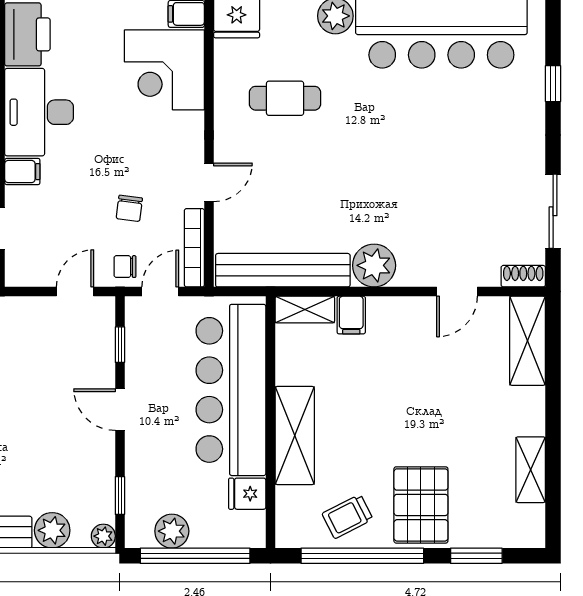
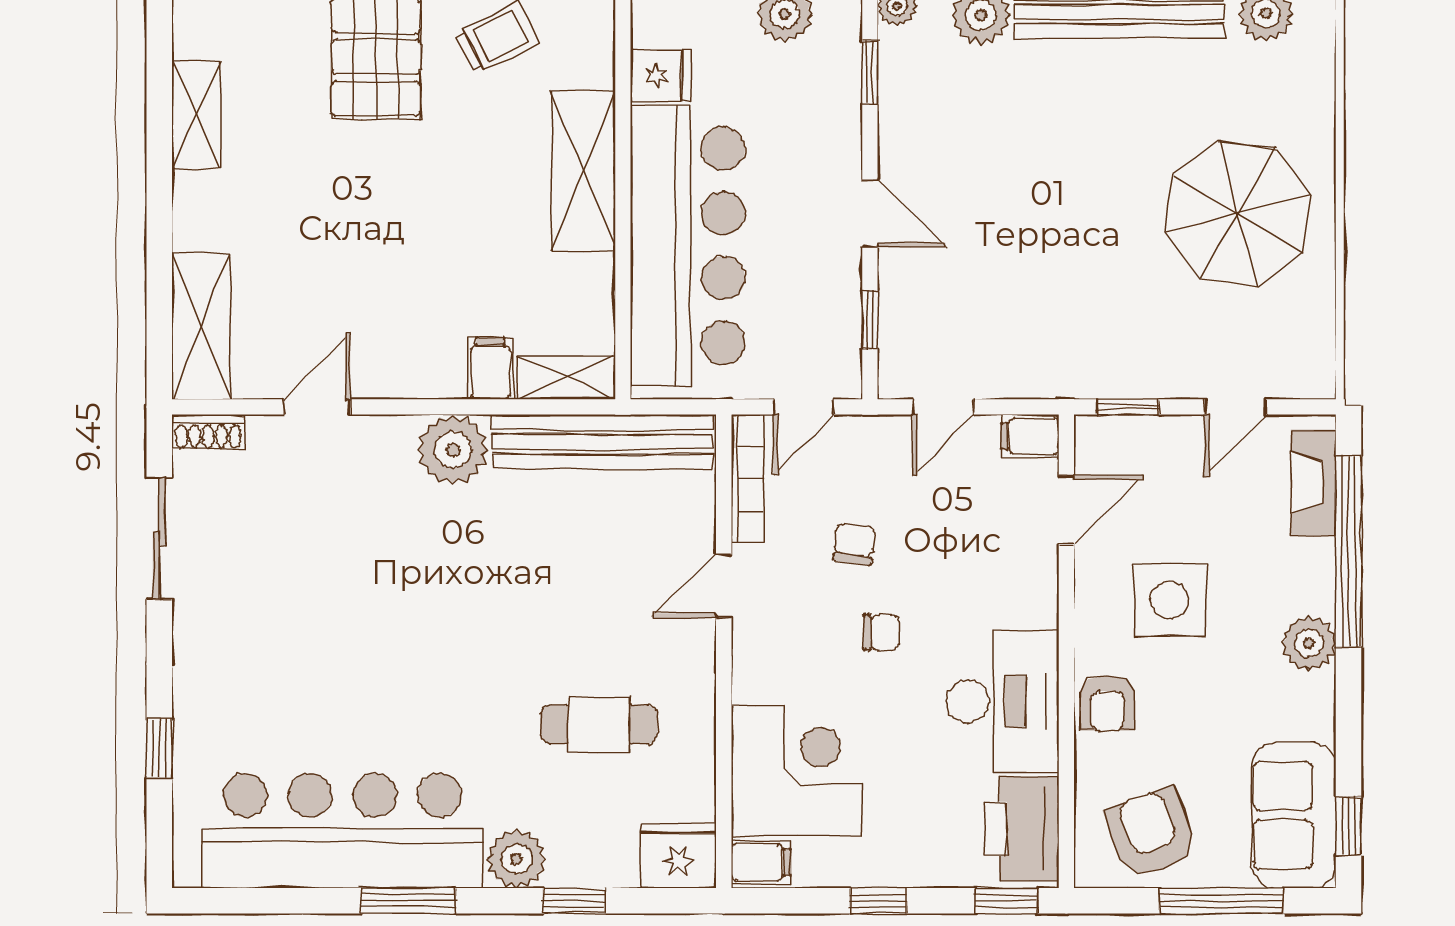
filing cabinet: (22, 172) -> (1030, 436), moved
chair: (125, 267) -> (881, 633), moved

